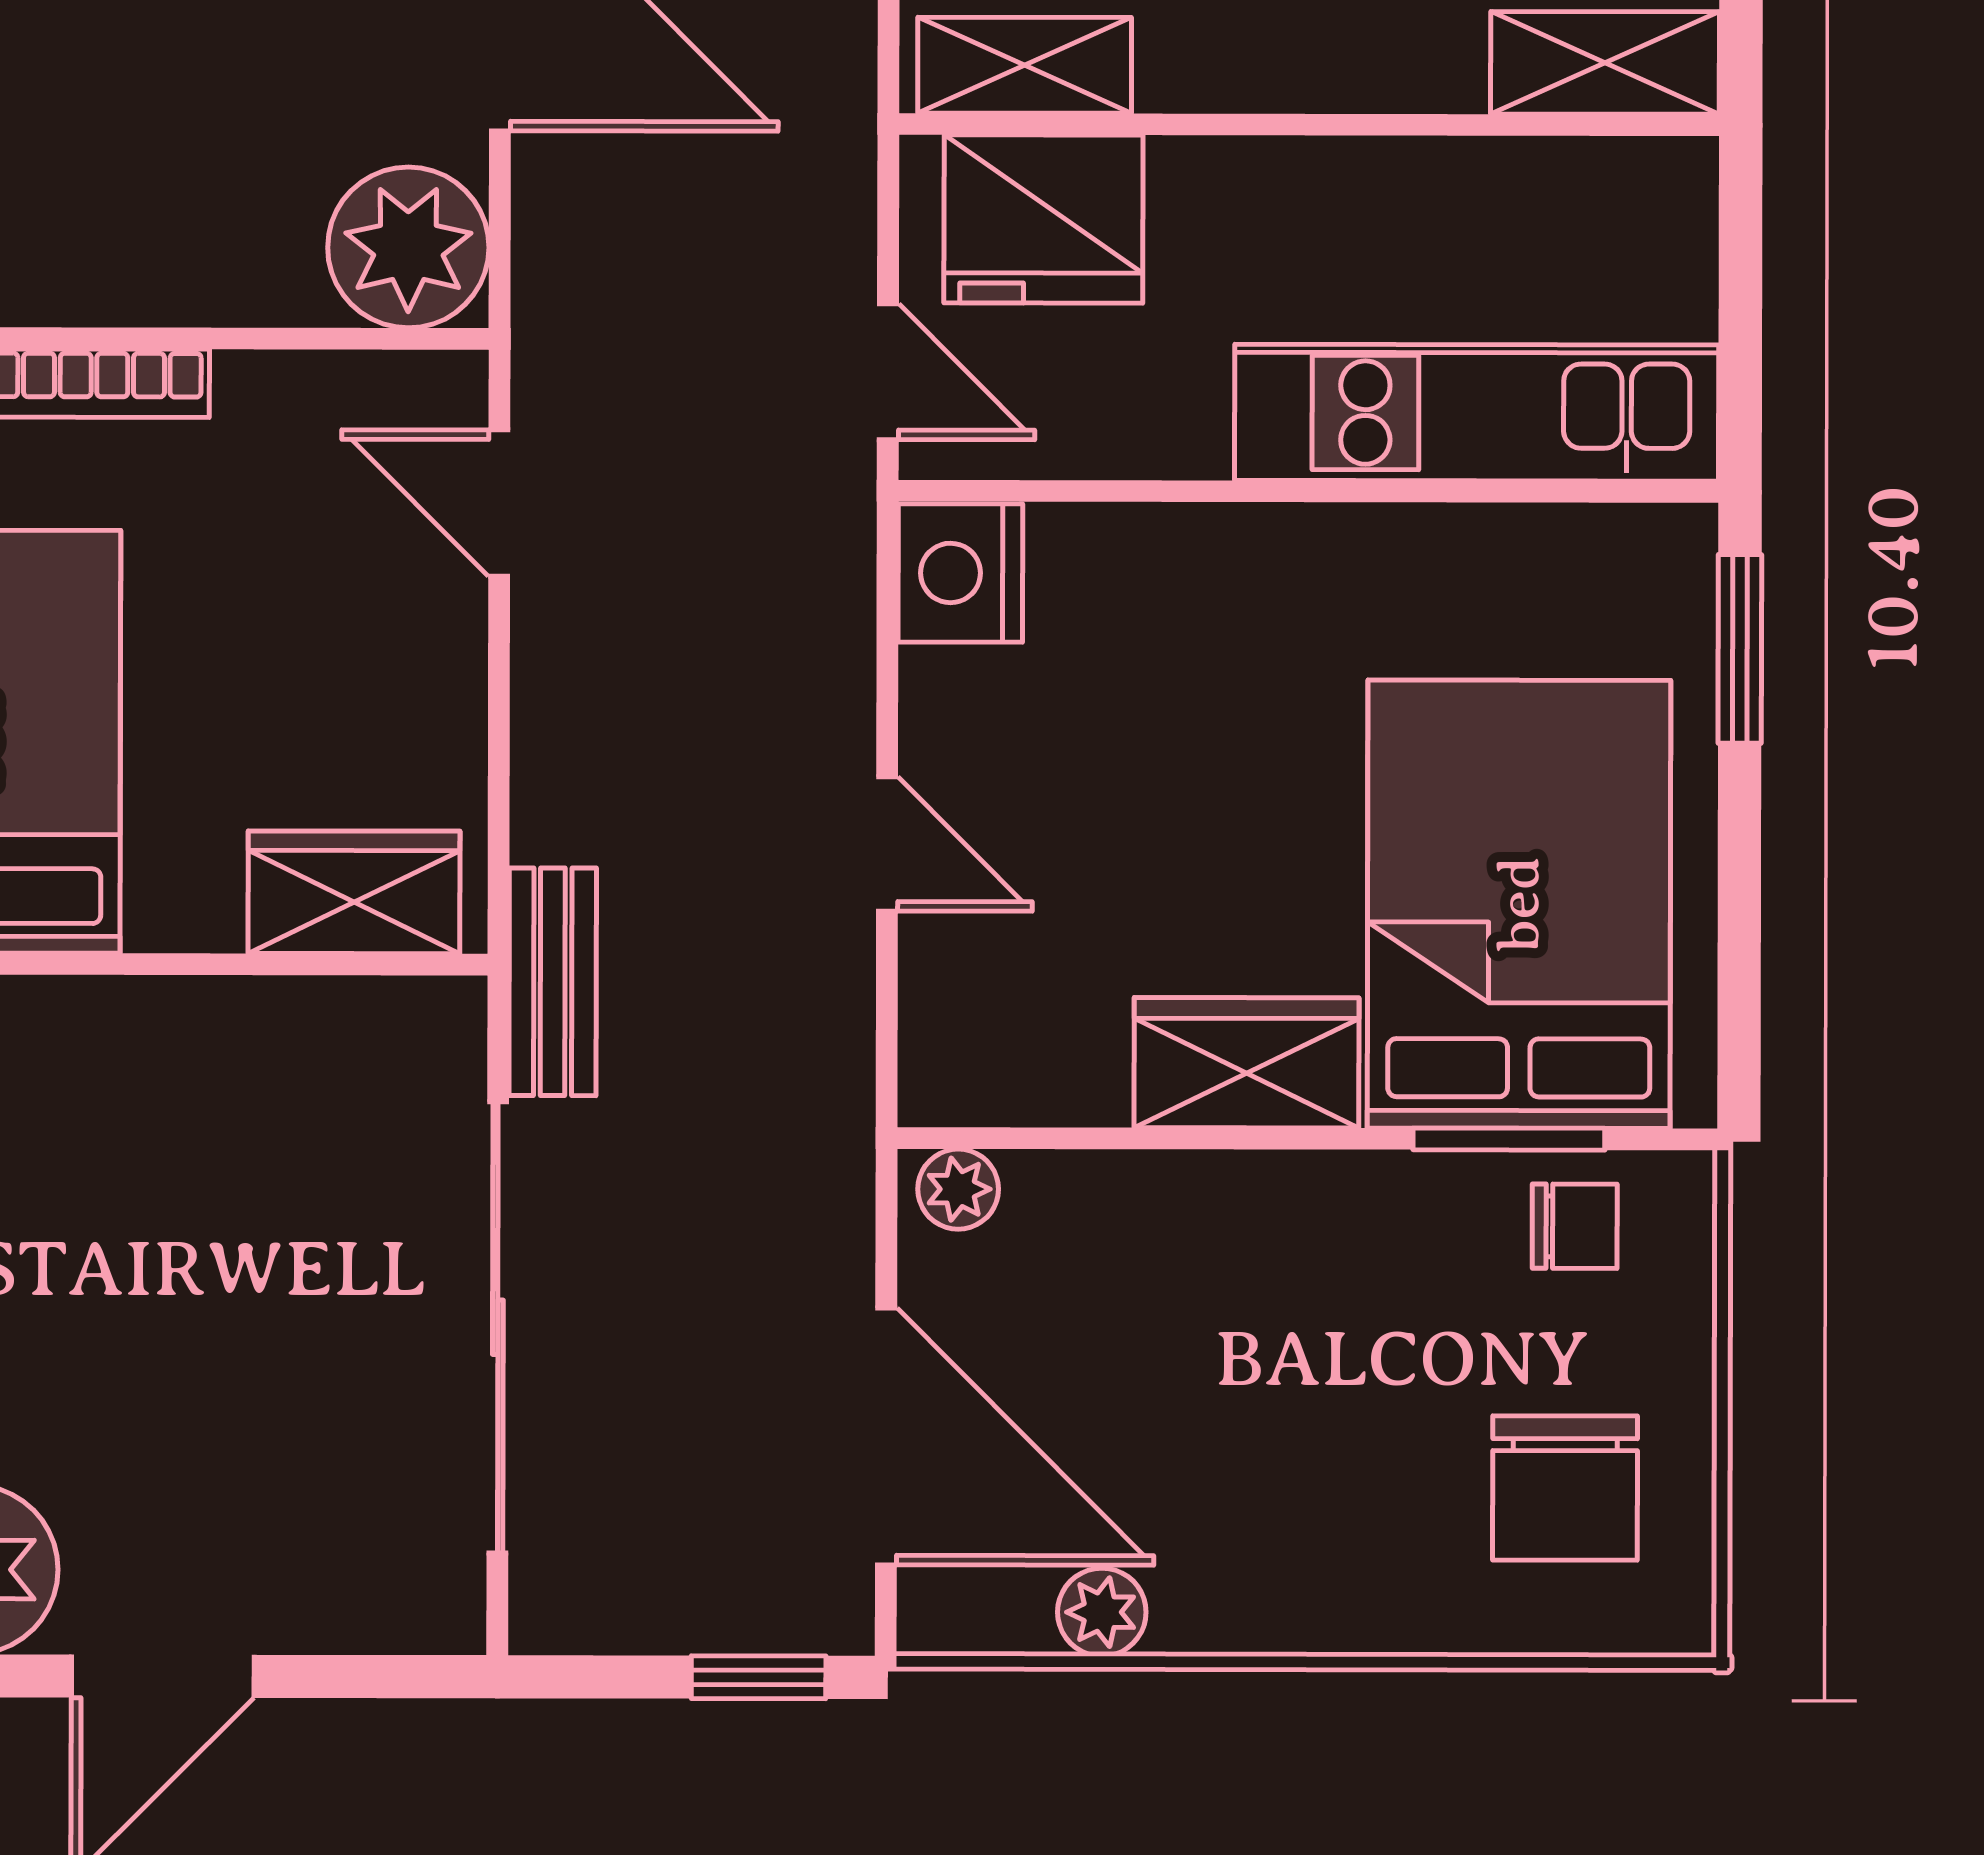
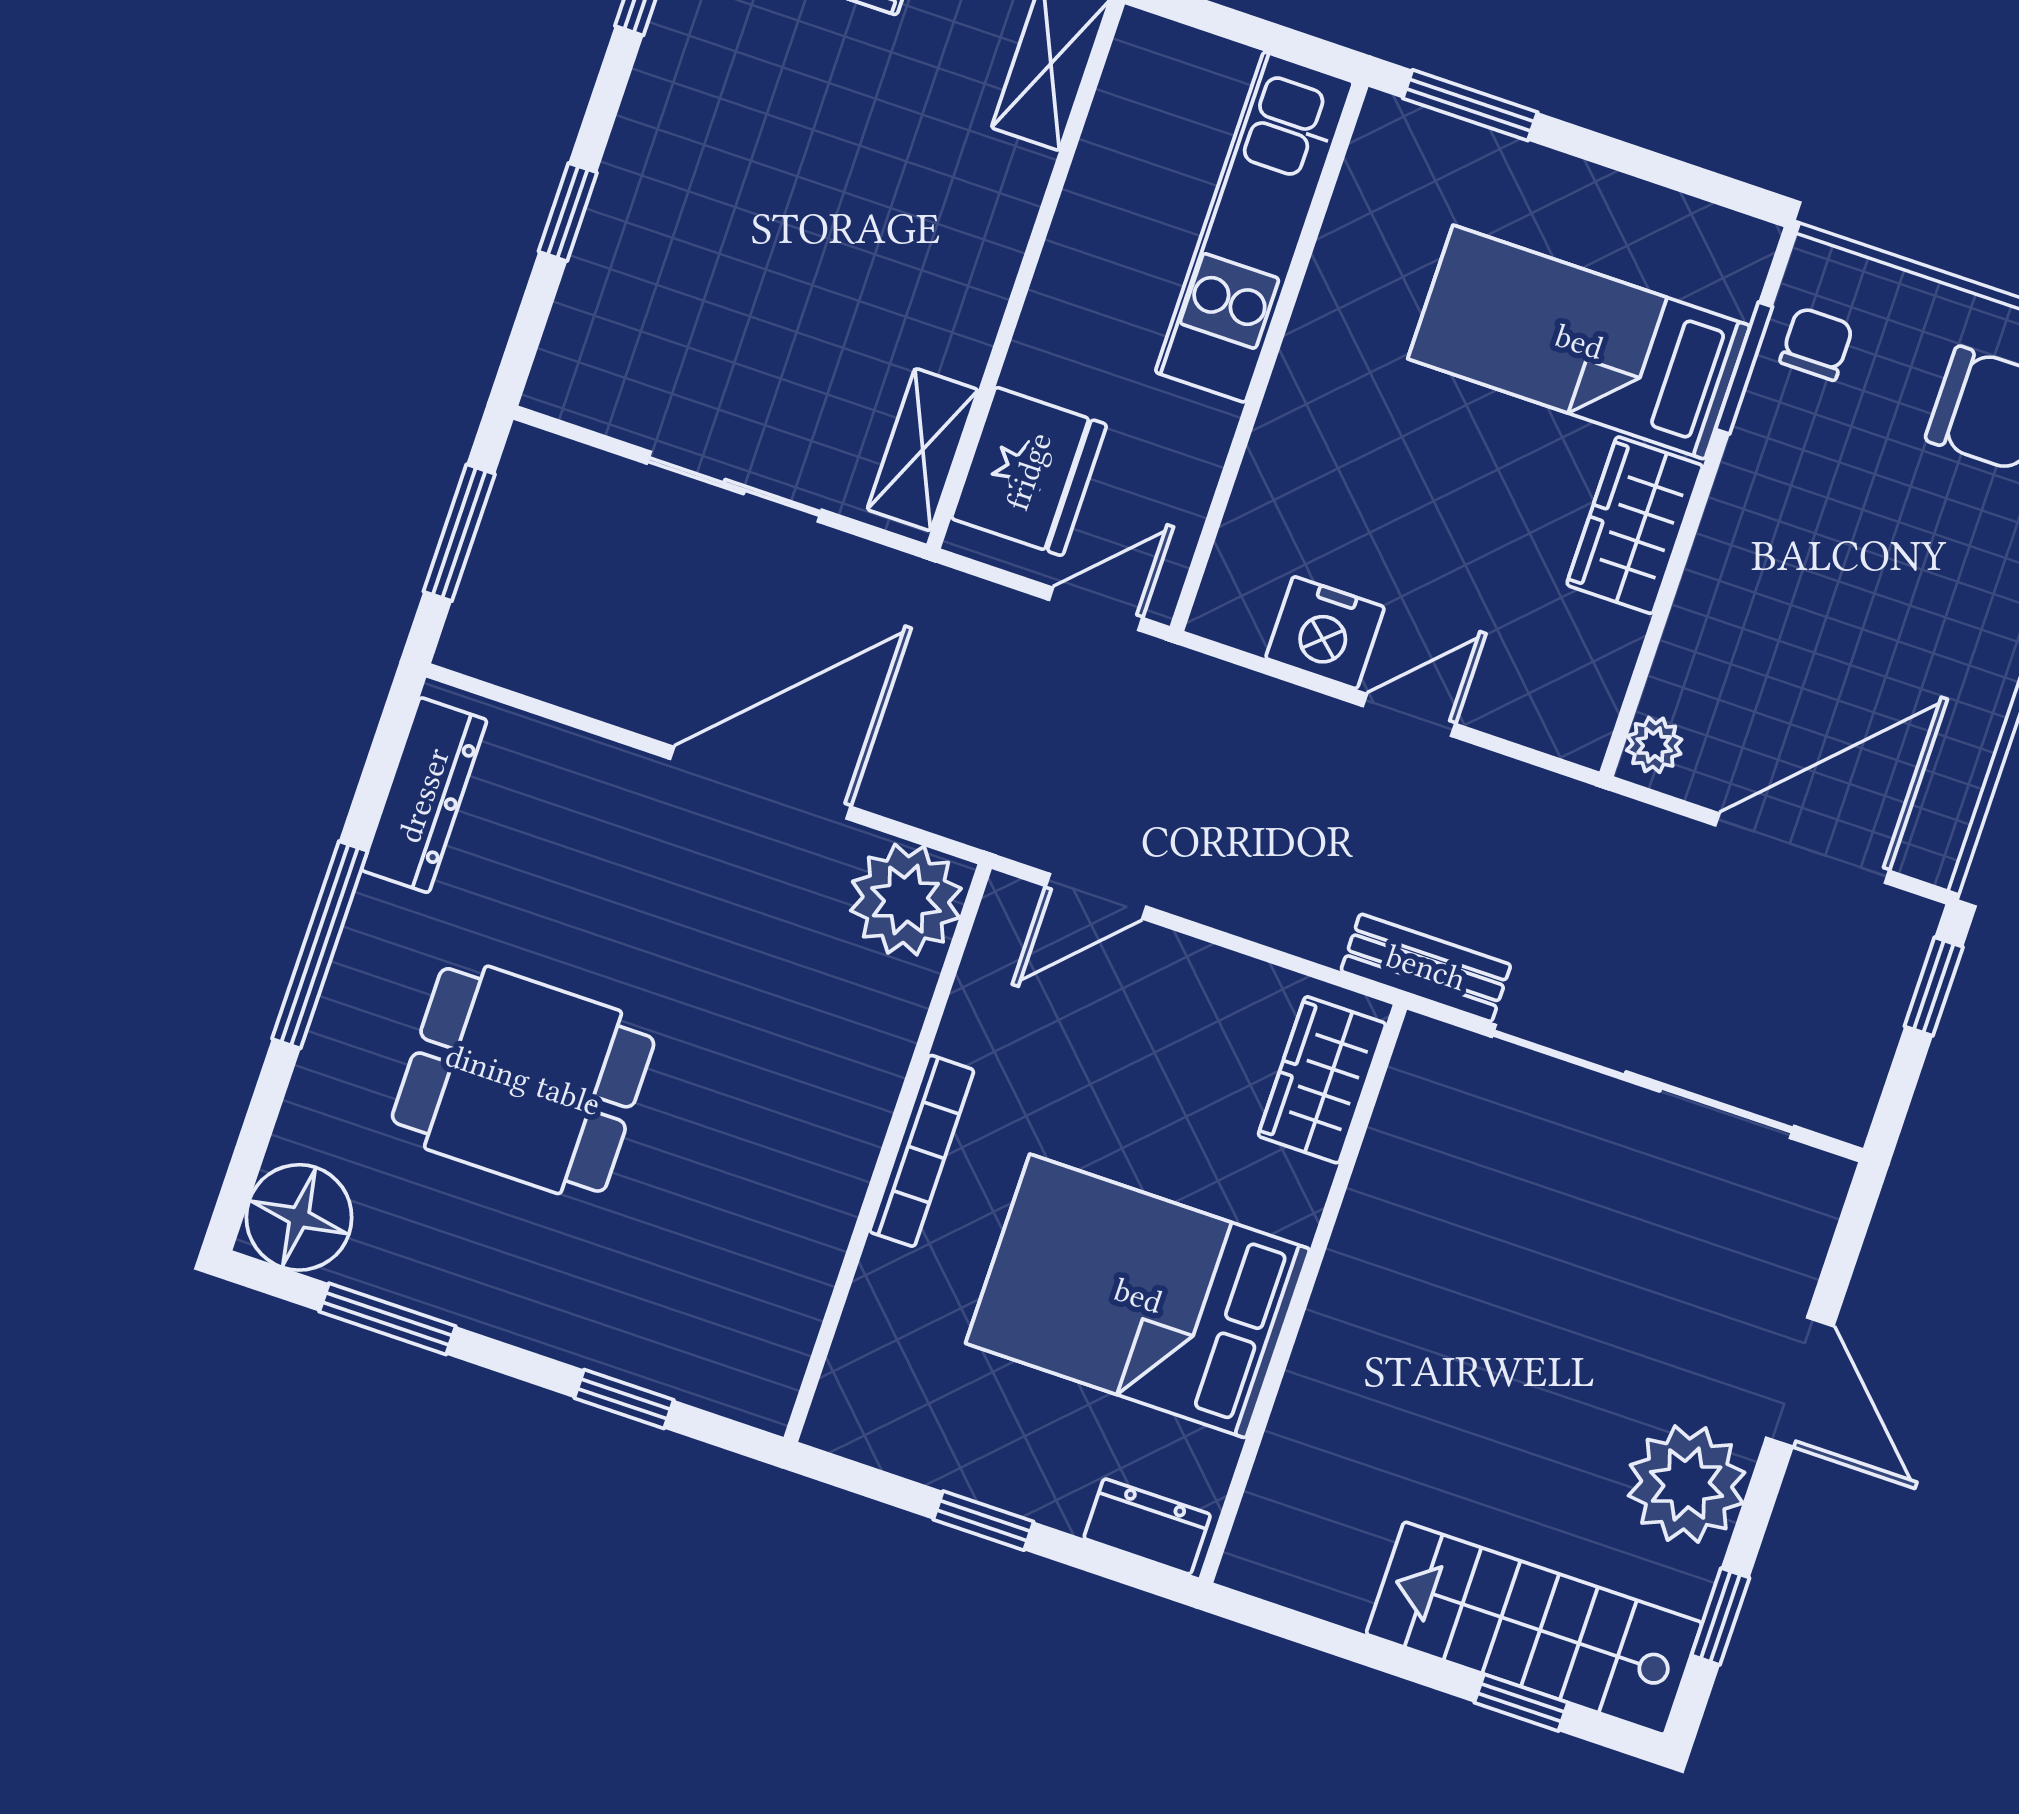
nightstand: (960, 573) -> (1325, 633), moved
bed: (1519, 904) -> (1579, 342), width x0.67
plant: (1102, 1612) -> (1967, 744), removed

